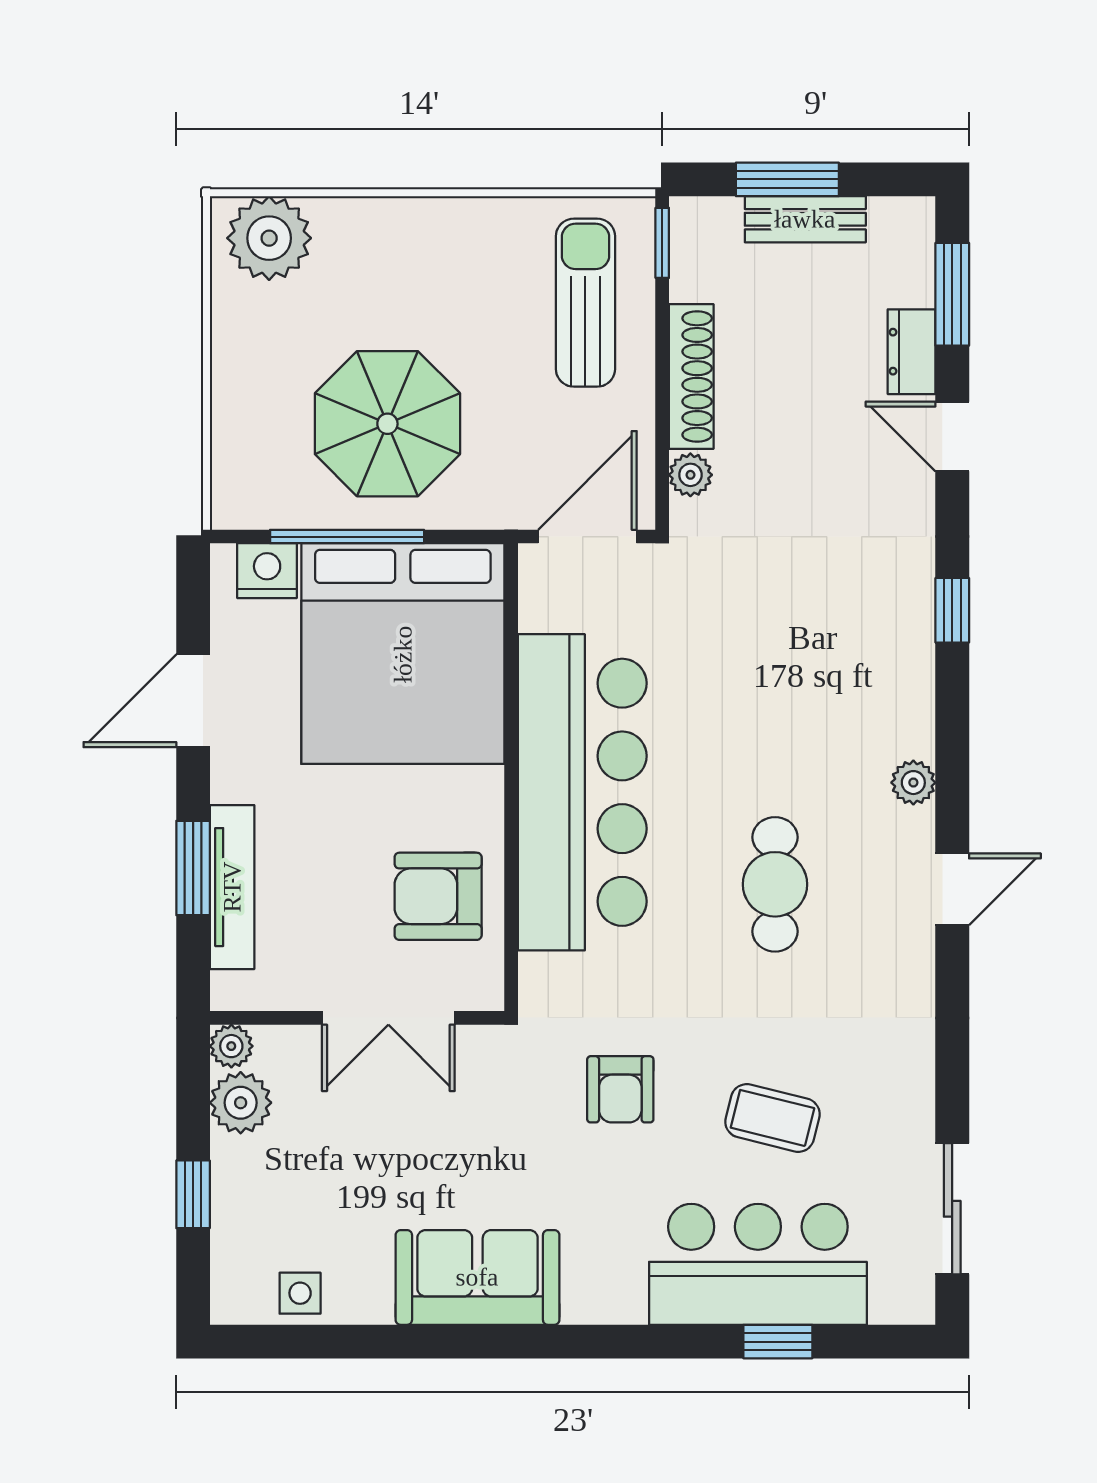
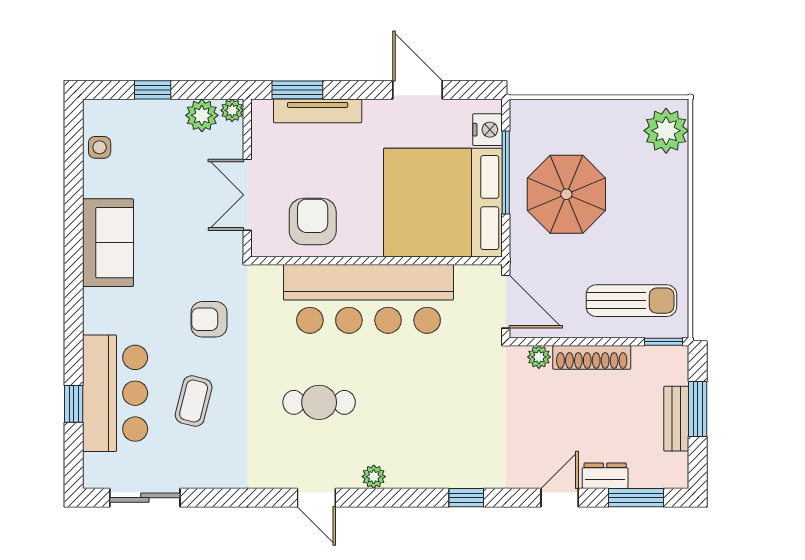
window: (193, 868) -> (297, 90), moved

